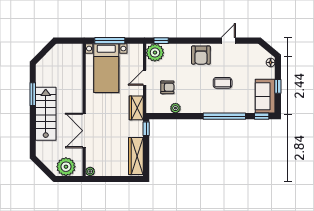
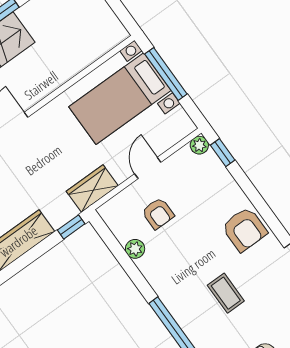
plant: (155, 53) -> (199, 145), width x0.53, depth x0.53
armchair: (201, 55) -> (244, 229), turned -90
door: (145, 78) -> (148, 168), hinge flipped

